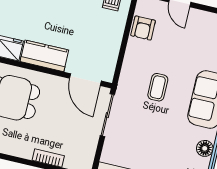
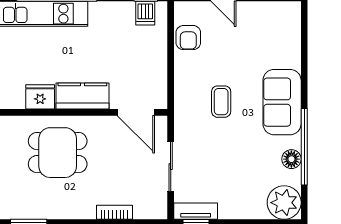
sliding door: (107, 115) -> (171, 167), moved

